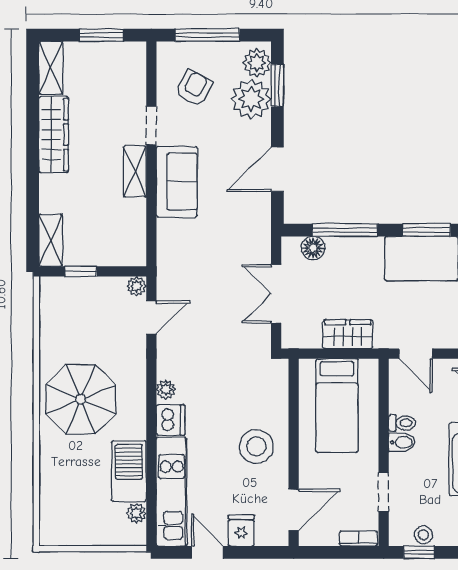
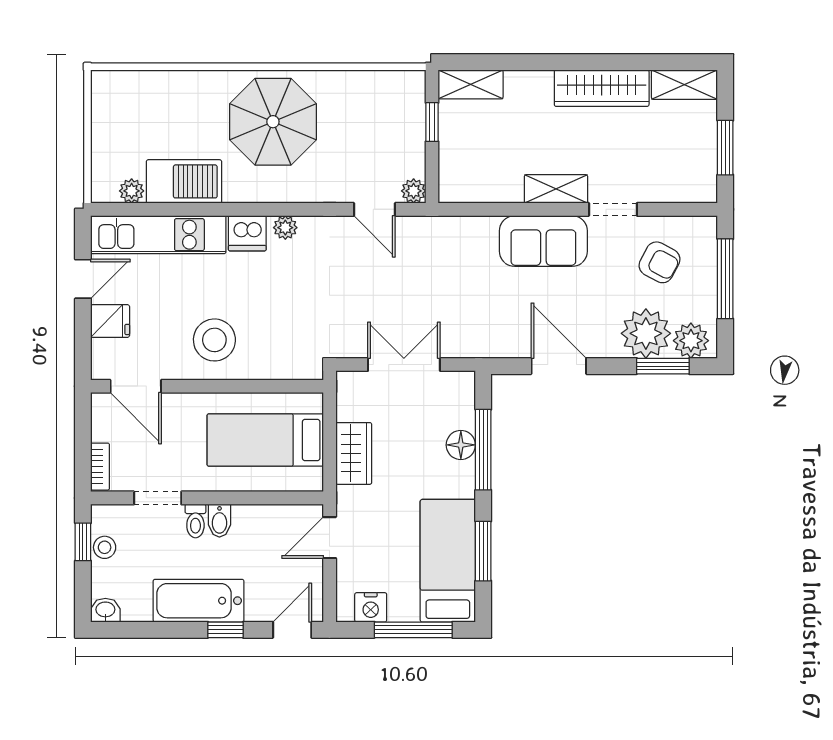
floor lamp: (313, 248) -> (461, 445), moved
toilet: (402, 423) -> (195, 521), moved

